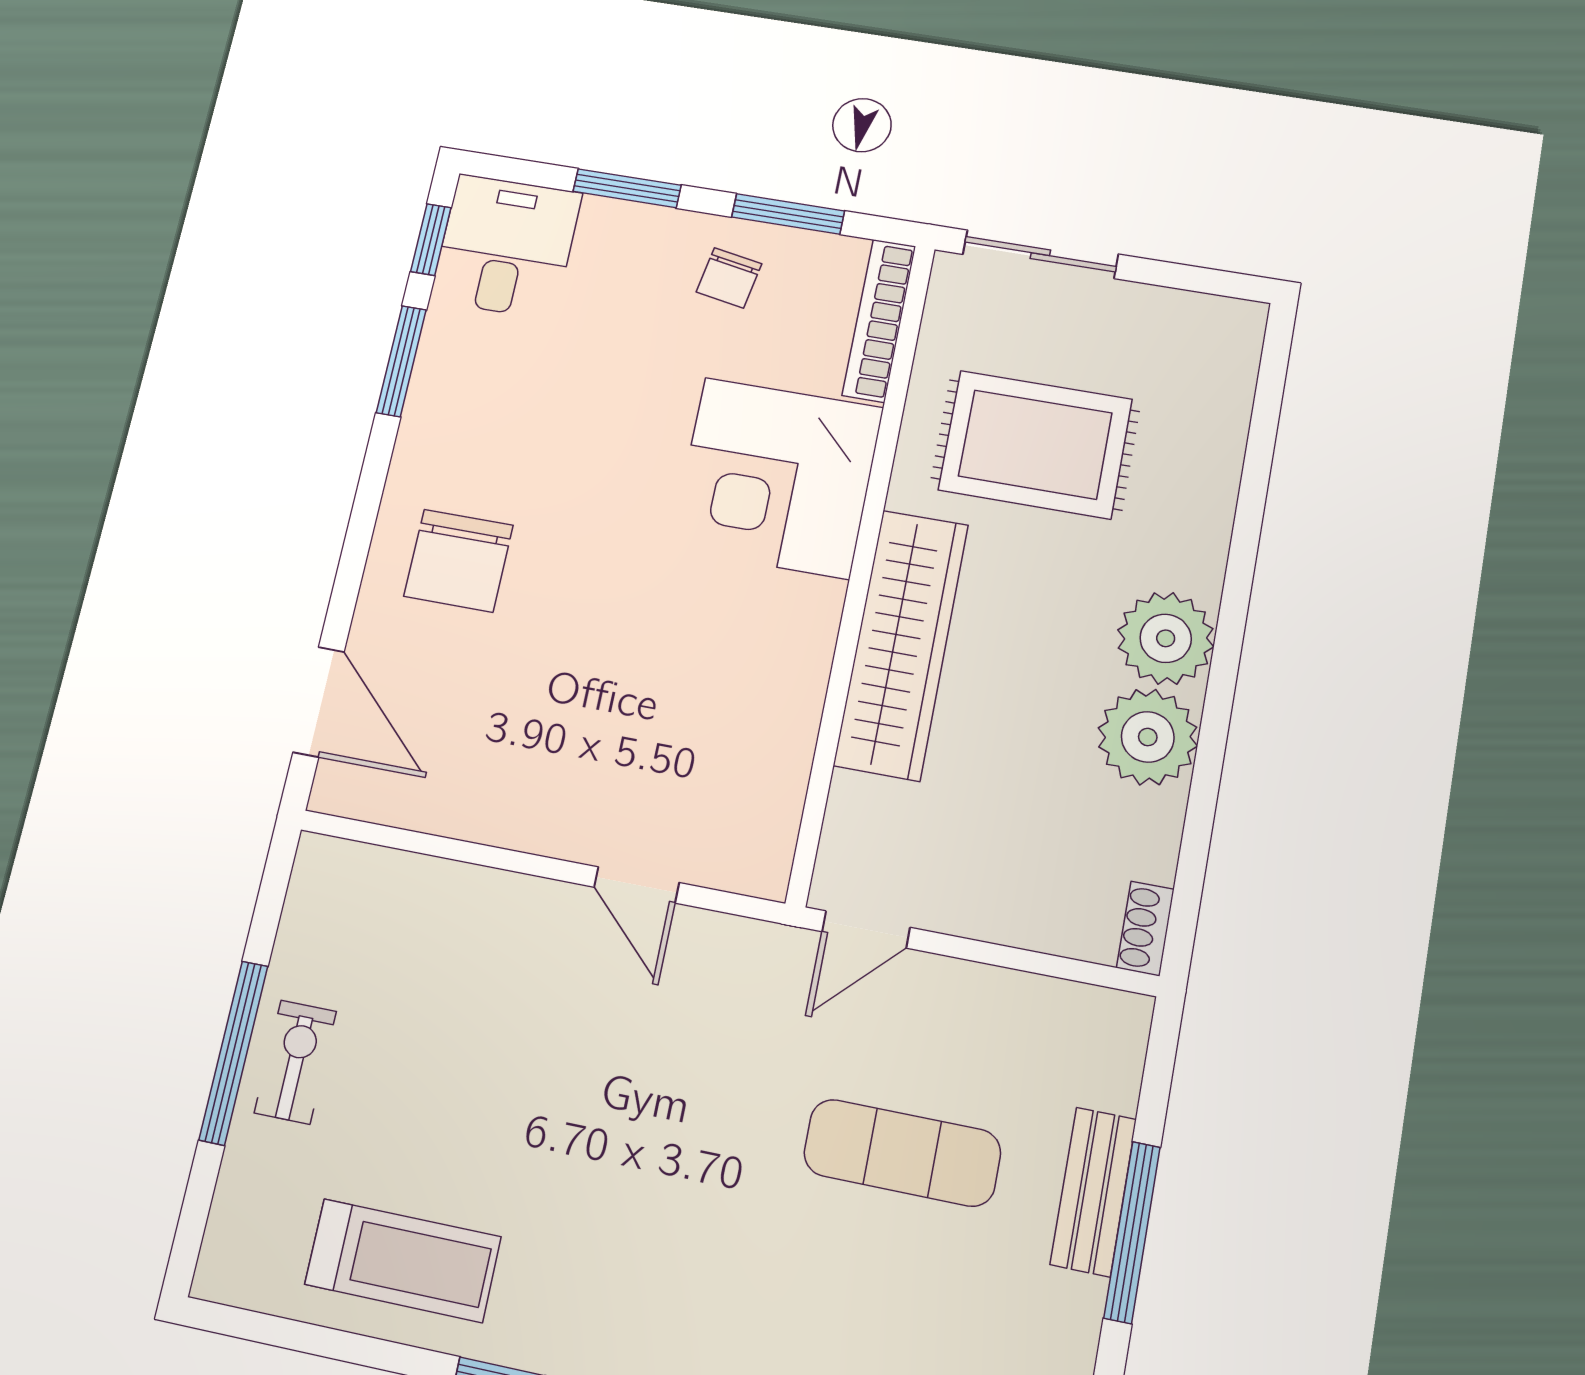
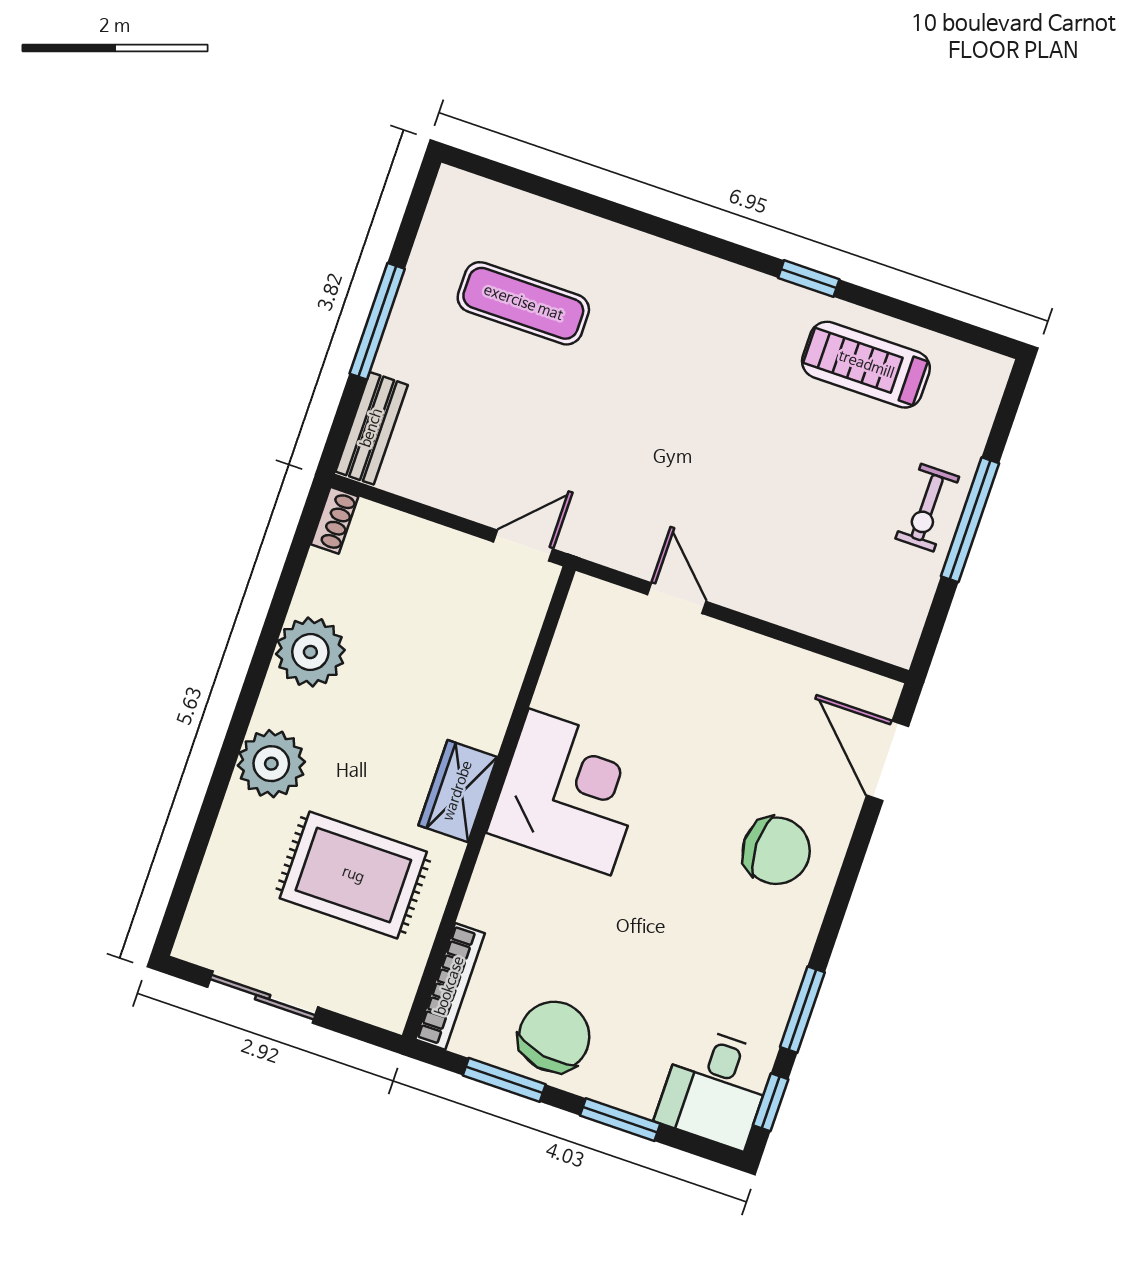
sliding door: (1040, 254) -> (263, 997), moved
chair: (729, 278) -> (554, 1037), width x1.87, depth x1.87
corner desk: (777, 478) -> (570, 792), moved
chair: (458, 561) -> (776, 851), turned 90
plant: (1166, 638) -> (271, 764), moved
wardrobe: (901, 644) -> (458, 791), width x0.48, depth x0.85
exercise mat: (902, 1153) -> (523, 303), moved
bench: (1093, 1192) -> (372, 428), moved

